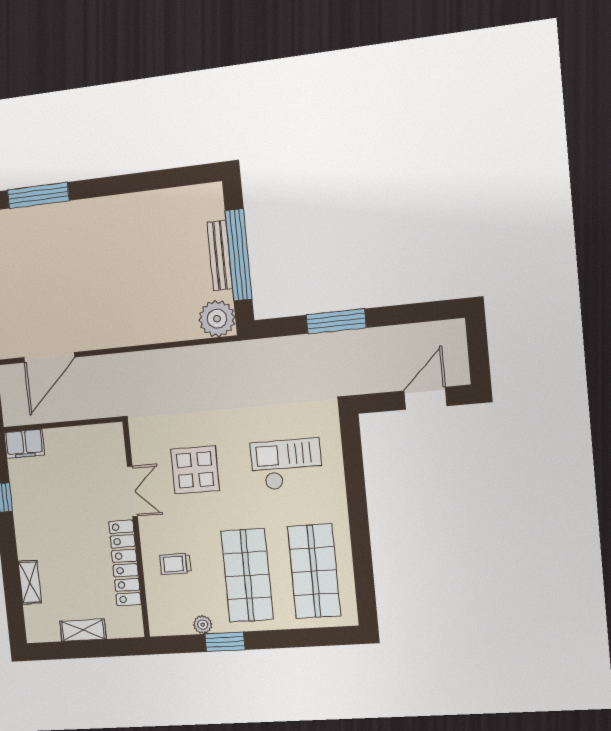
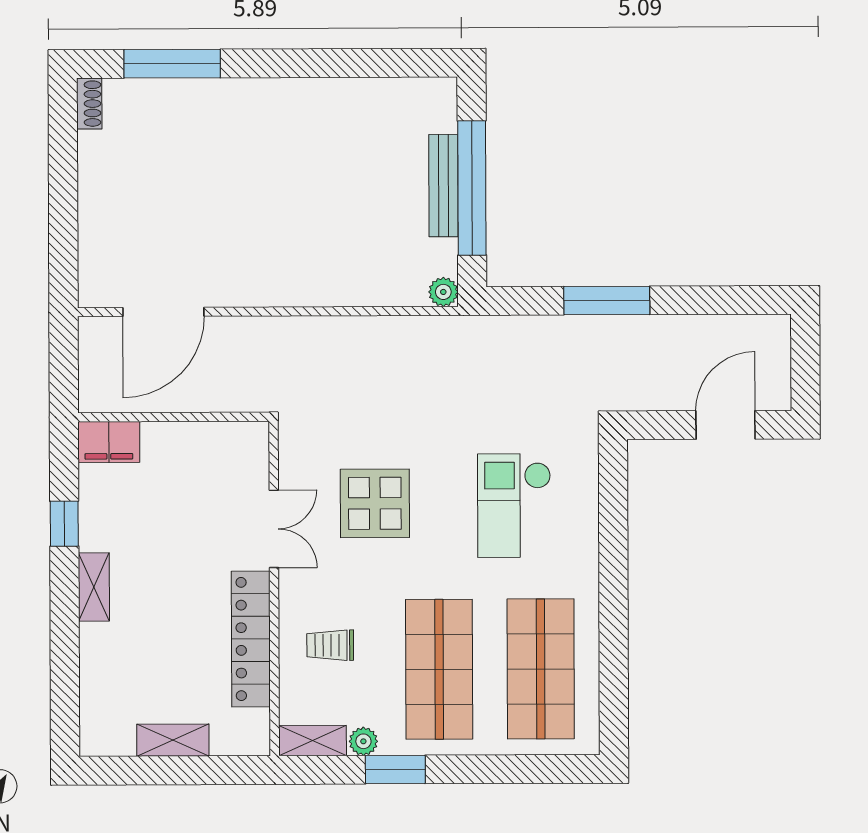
plant: (217, 319) -> (443, 292), width x0.53, depth x0.53
checkout: (286, 464) -> (514, 506), turned -90
shelving: (30, 582) -> (94, 587), moved
shelving: (170, 626) -> (313, 741), added

